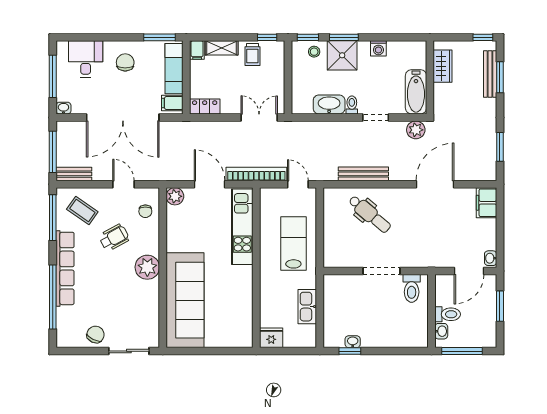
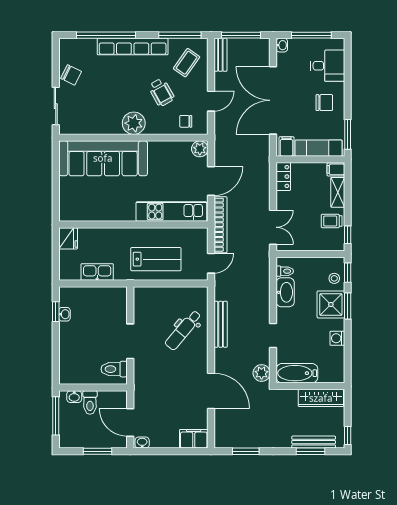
wardrobe: (443, 66) -> (321, 398), width x1.50
toilet: (352, 105) -> (285, 271), moved

